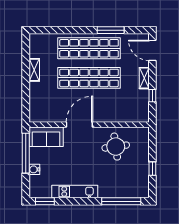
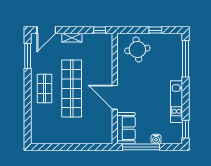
window: (111, 30) -> (28, 56), moved
shop shelf: (89, 48) -> (44, 88), width x0.50, depth x0.74
shelving: (34, 70) -> (64, 139), removed
window: (152, 96) -> (100, 30), moved
round table: (116, 147) -> (137, 49), moved

